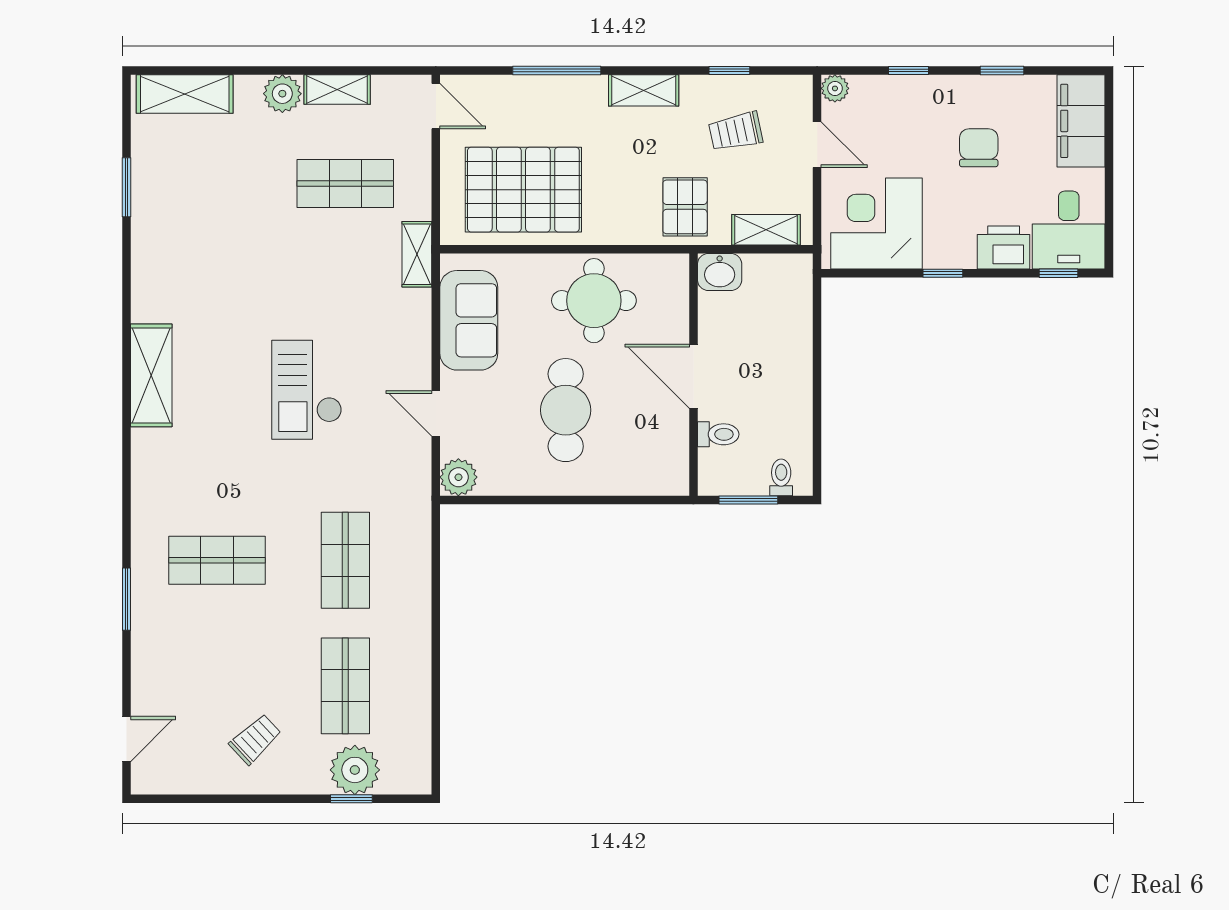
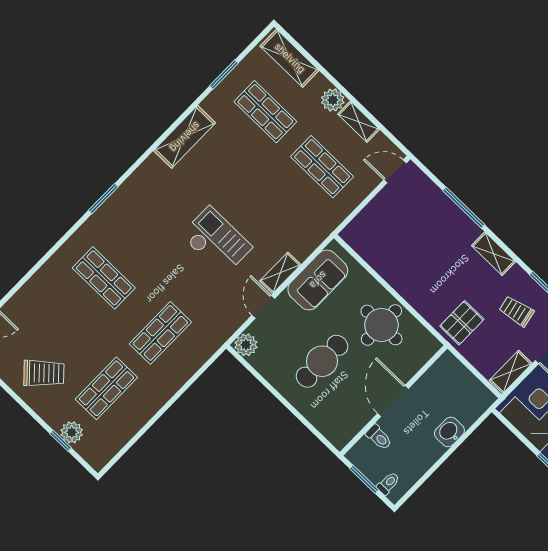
door: (436, 106) -> (395, 171), swing flipped
shop shelf: (217, 183) -> (265, 112), added
pallet: (523, 190) -> (398, 246), removed
shelving: (766, 230) -> (511, 372), moved, turned 90
shelving: (417, 254) -> (280, 273), moved
washbasin: (720, 272) -> (449, 432), moved, turned 90
shelving: (151, 375) -> (185, 137), moved
checkout: (307, 390) -> (216, 241), turned 90
window: (127, 599) -> (103, 198), moved
trolley: (255, 739) -> (44, 373), width x1.36, depth x1.39
plant: (355, 770) -> (72, 432), width x0.73, depth x0.73

